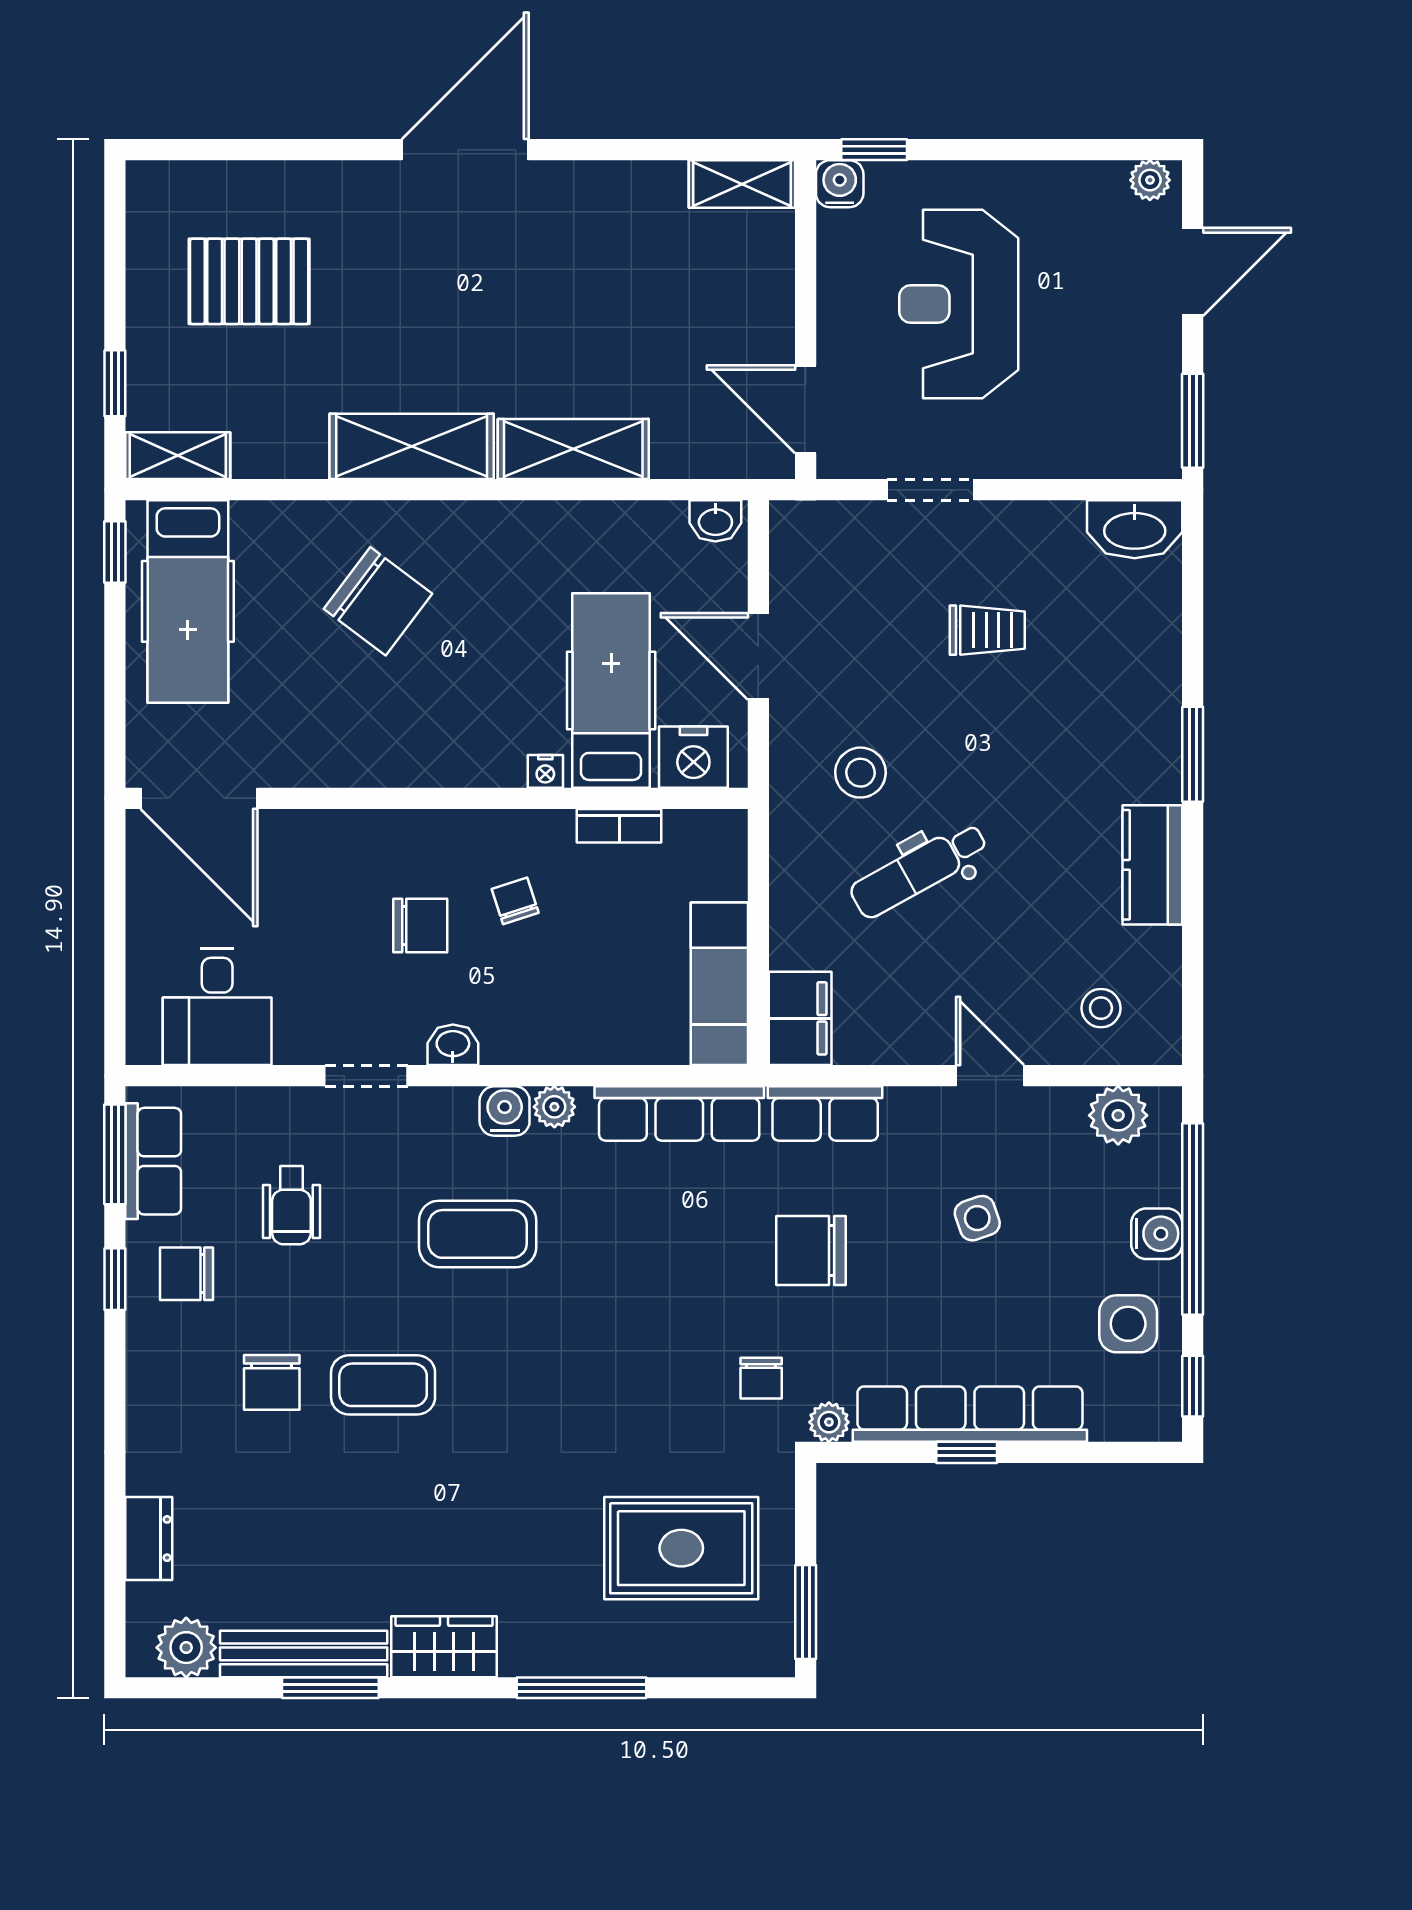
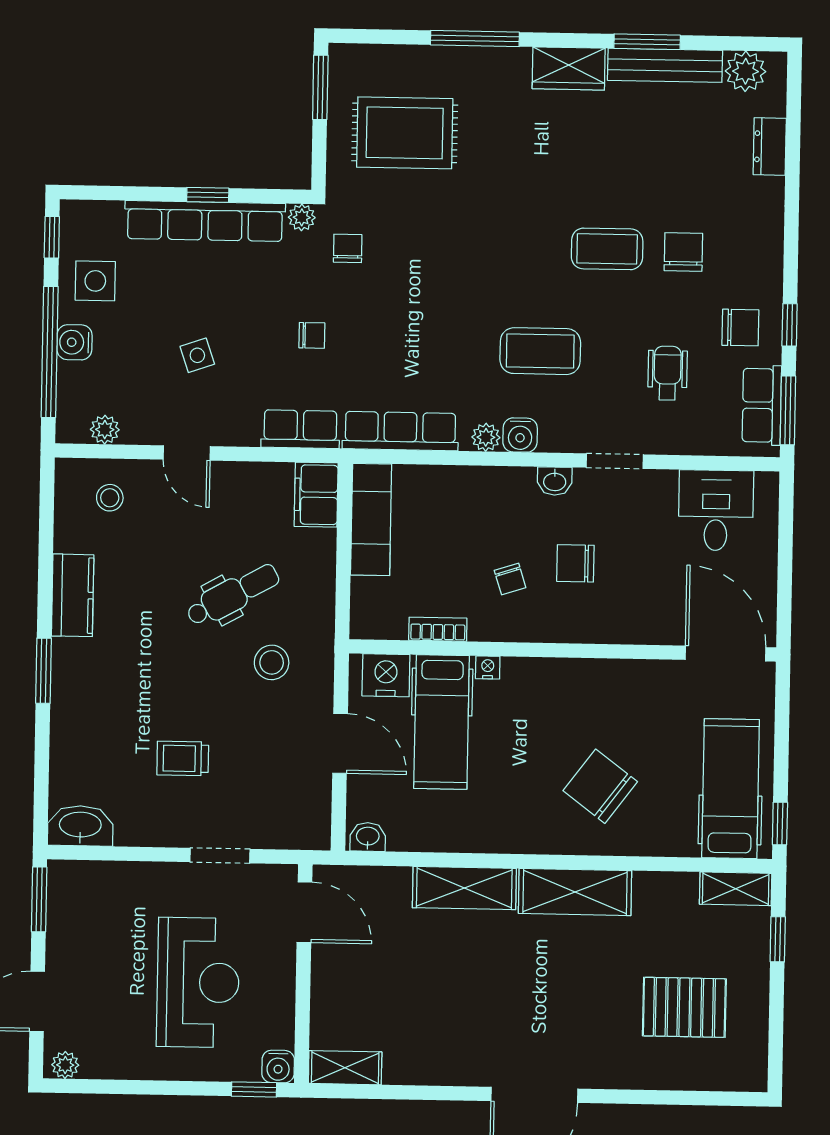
plant: (1118, 1115) -> (105, 430), width x0.73, depth x0.73
chair: (811, 1250) -> (312, 335), width x0.54, depth x0.54

